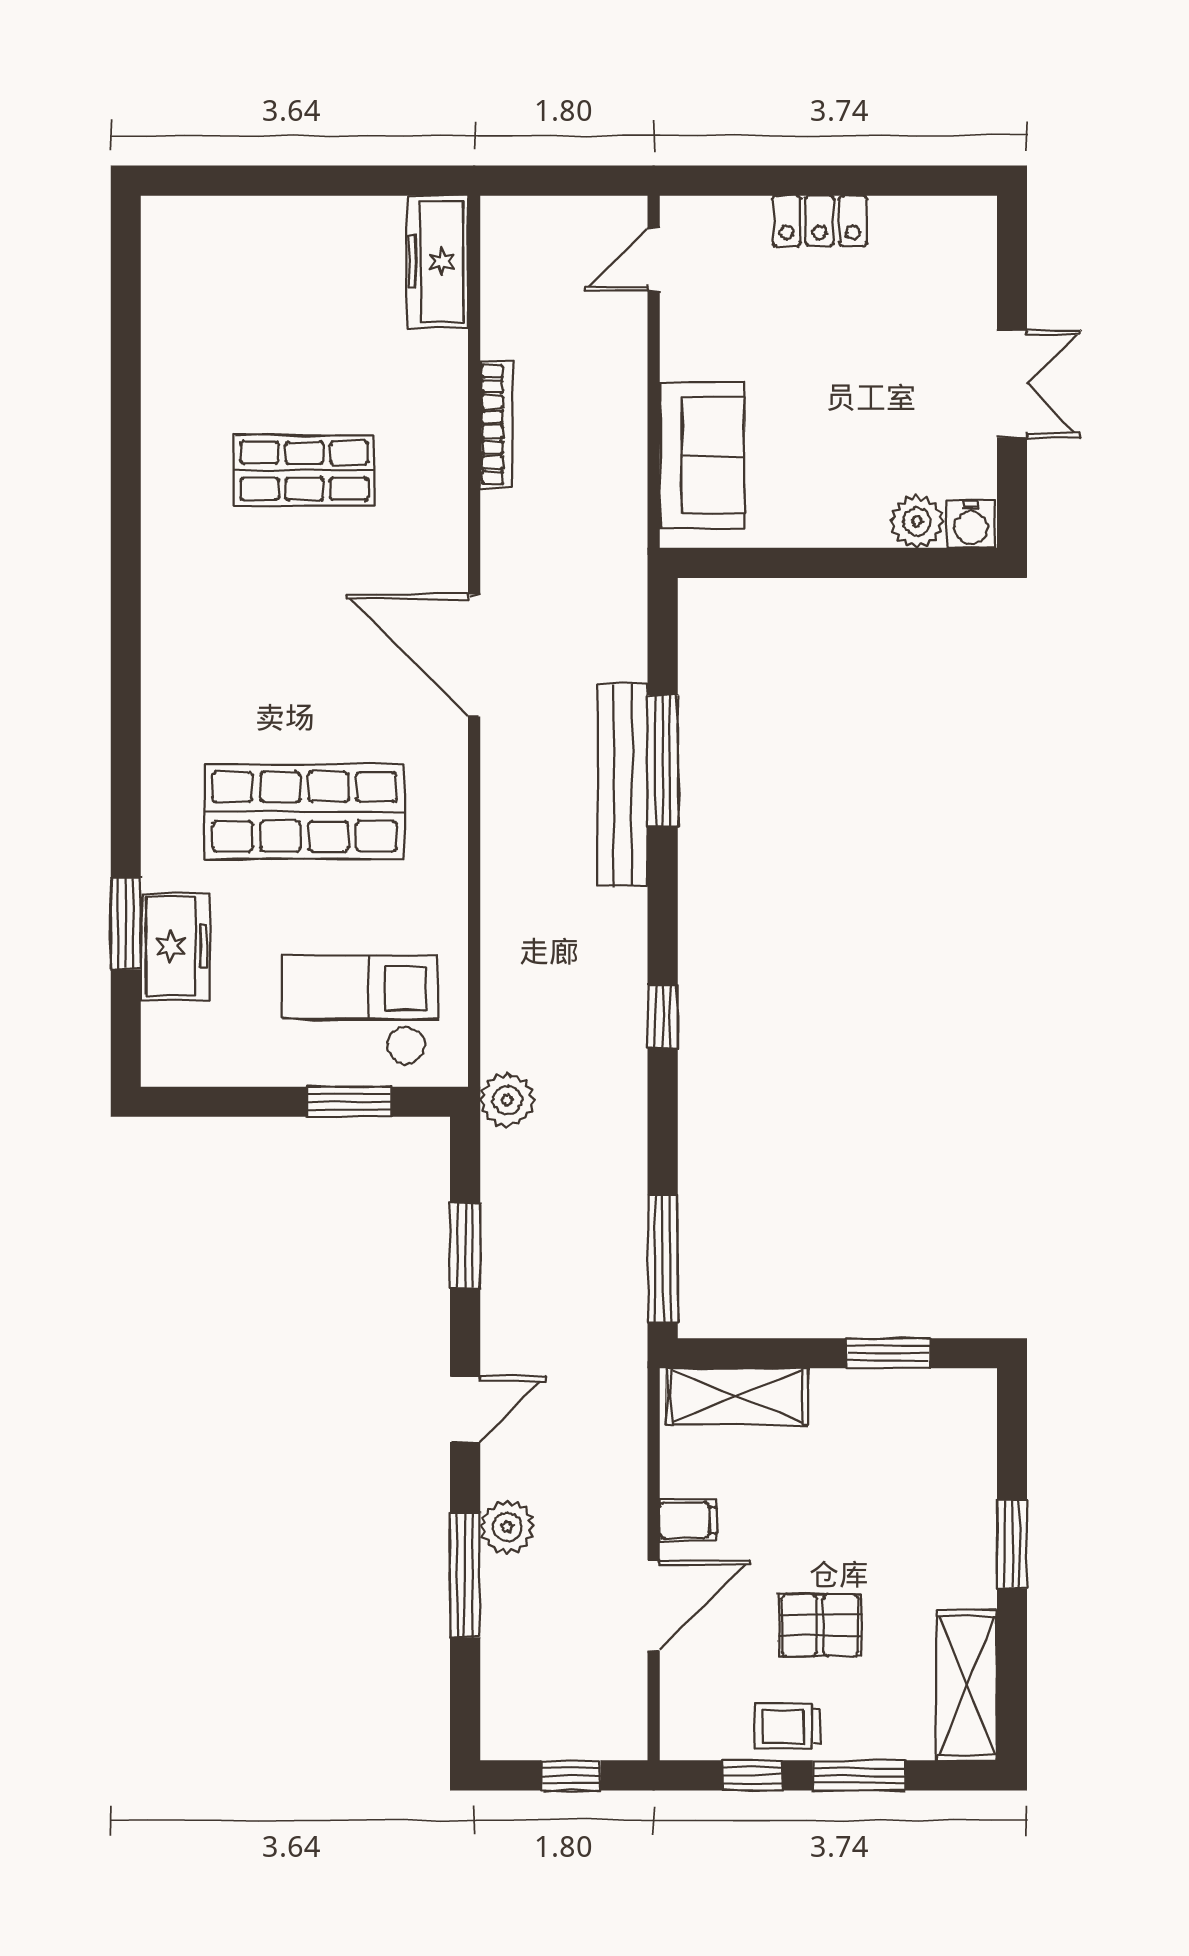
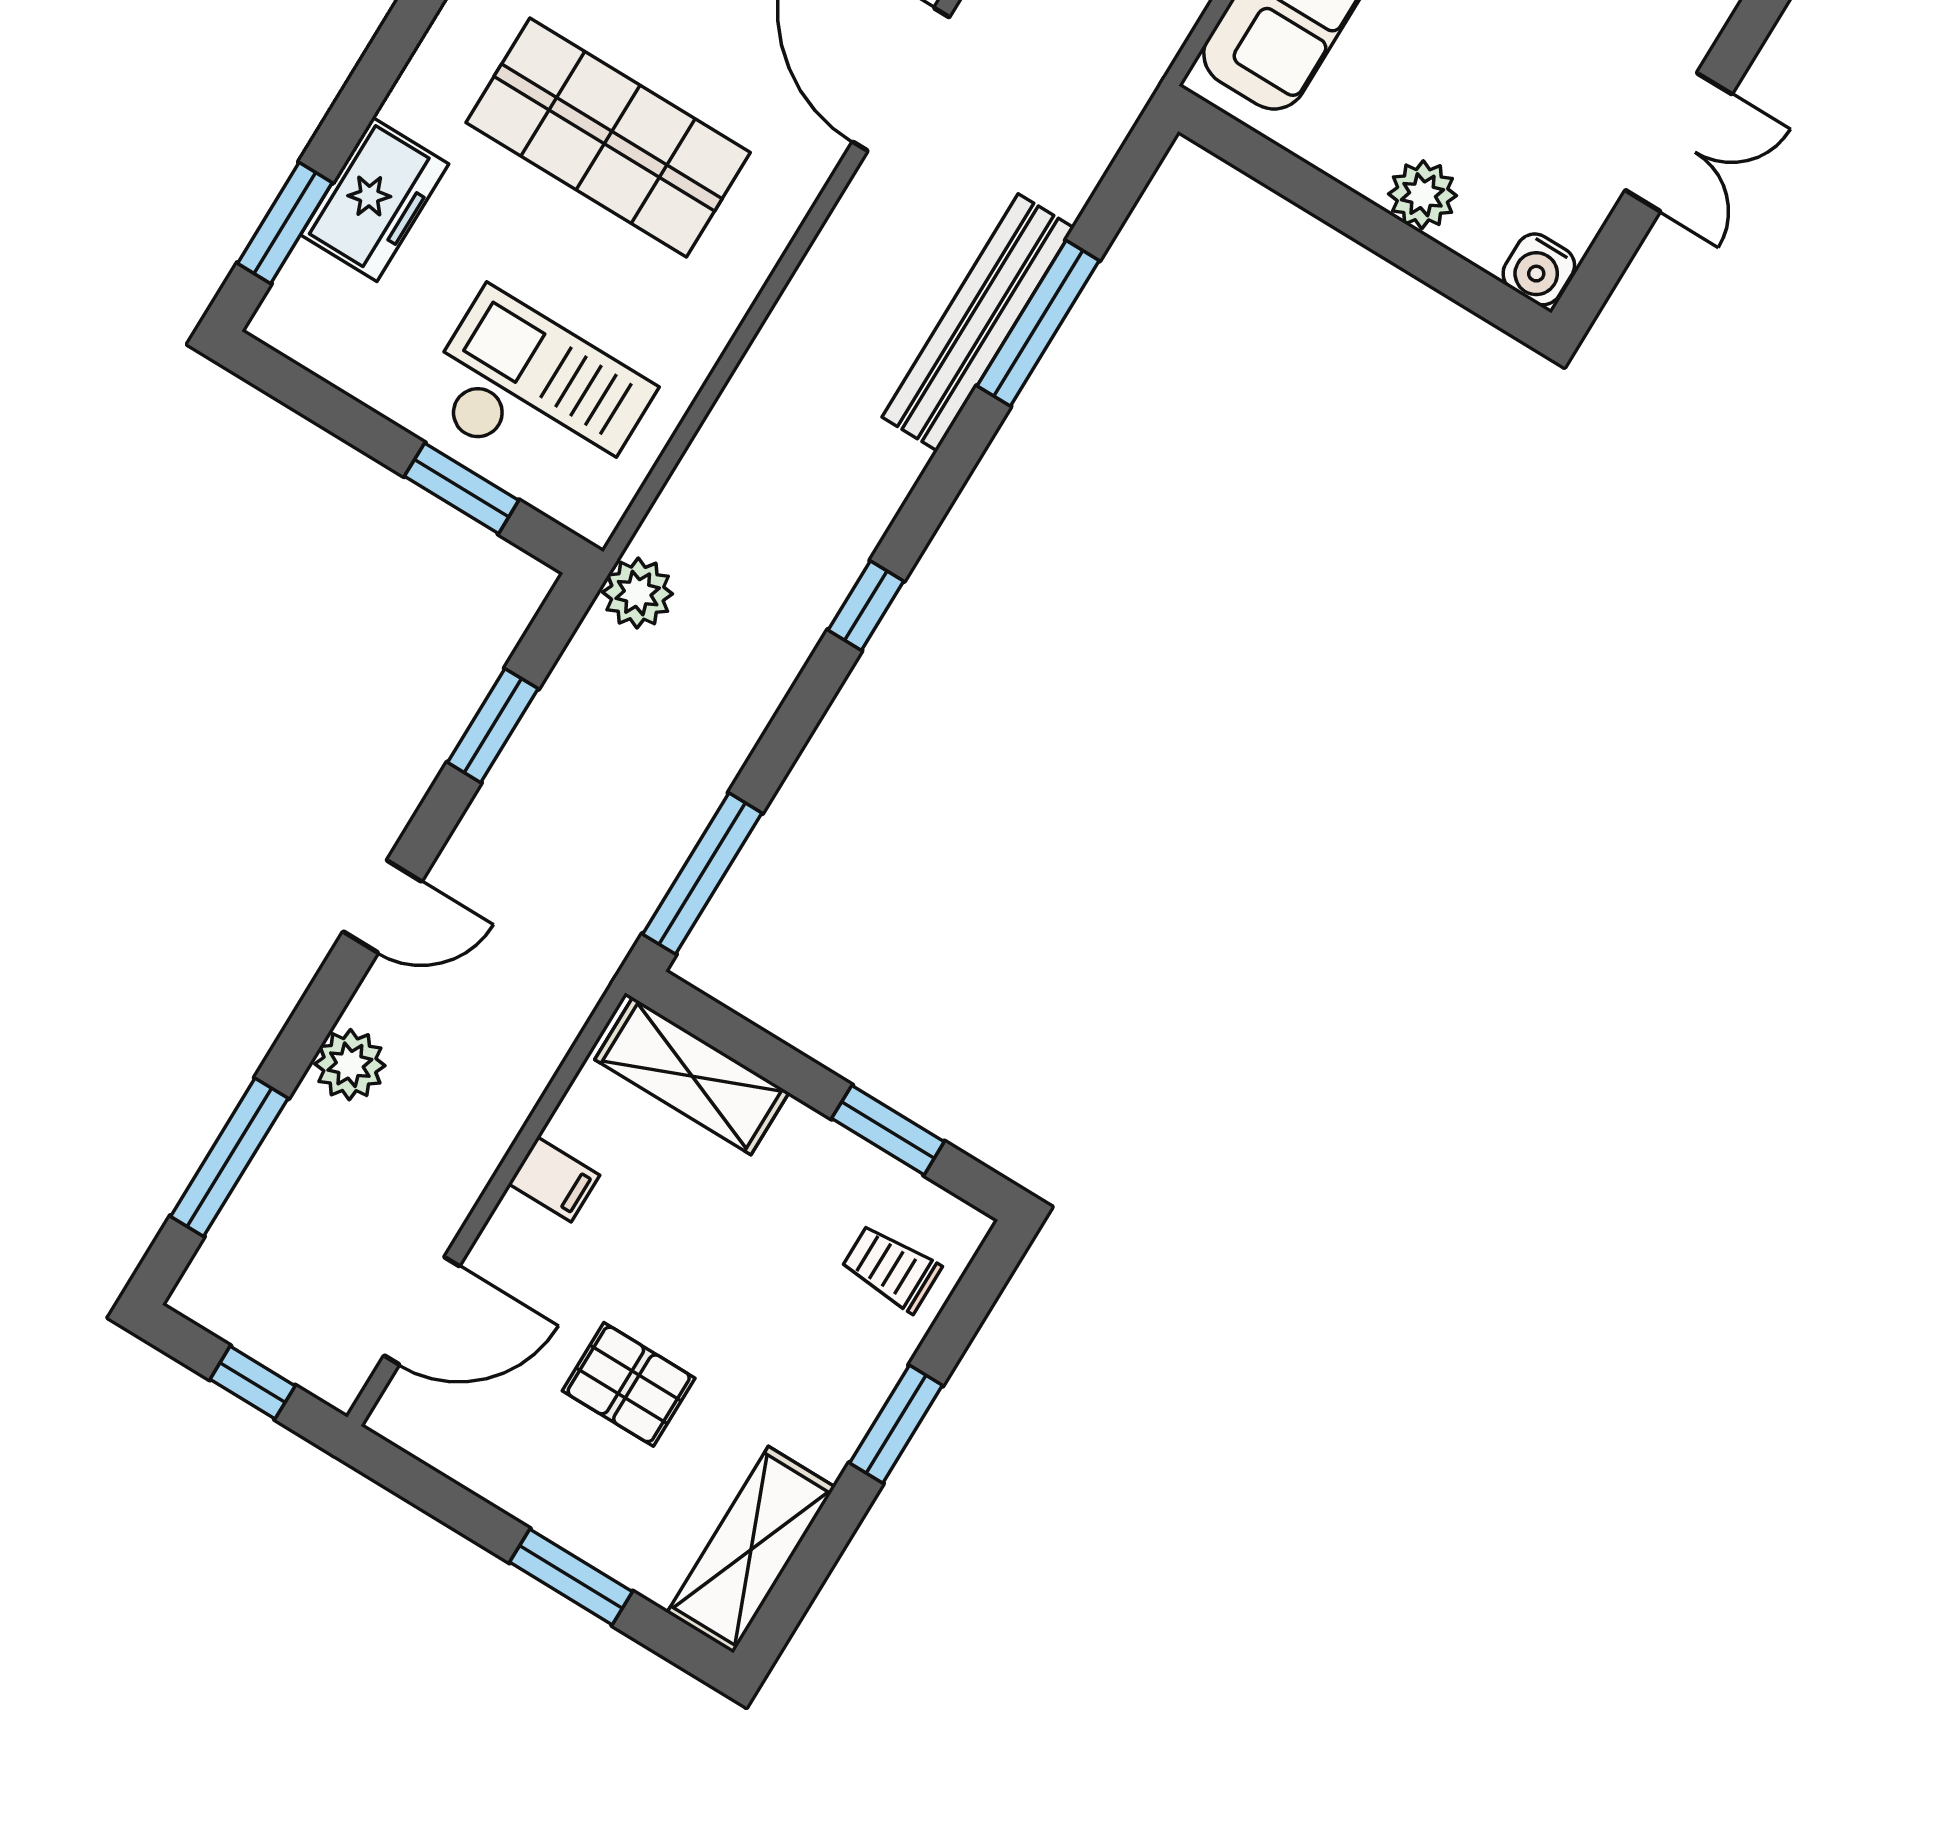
plant: (917, 522) -> (1422, 195), moved
window: (126, 923) -> (285, 223), moved
window: (465, 1575) -> (229, 1157), moved
door: (654, 1605) -> (422, 1311), moved
trolley: (788, 1727) -> (891, 1268), moved
window: (752, 1775) -> (453, 1505), removed

